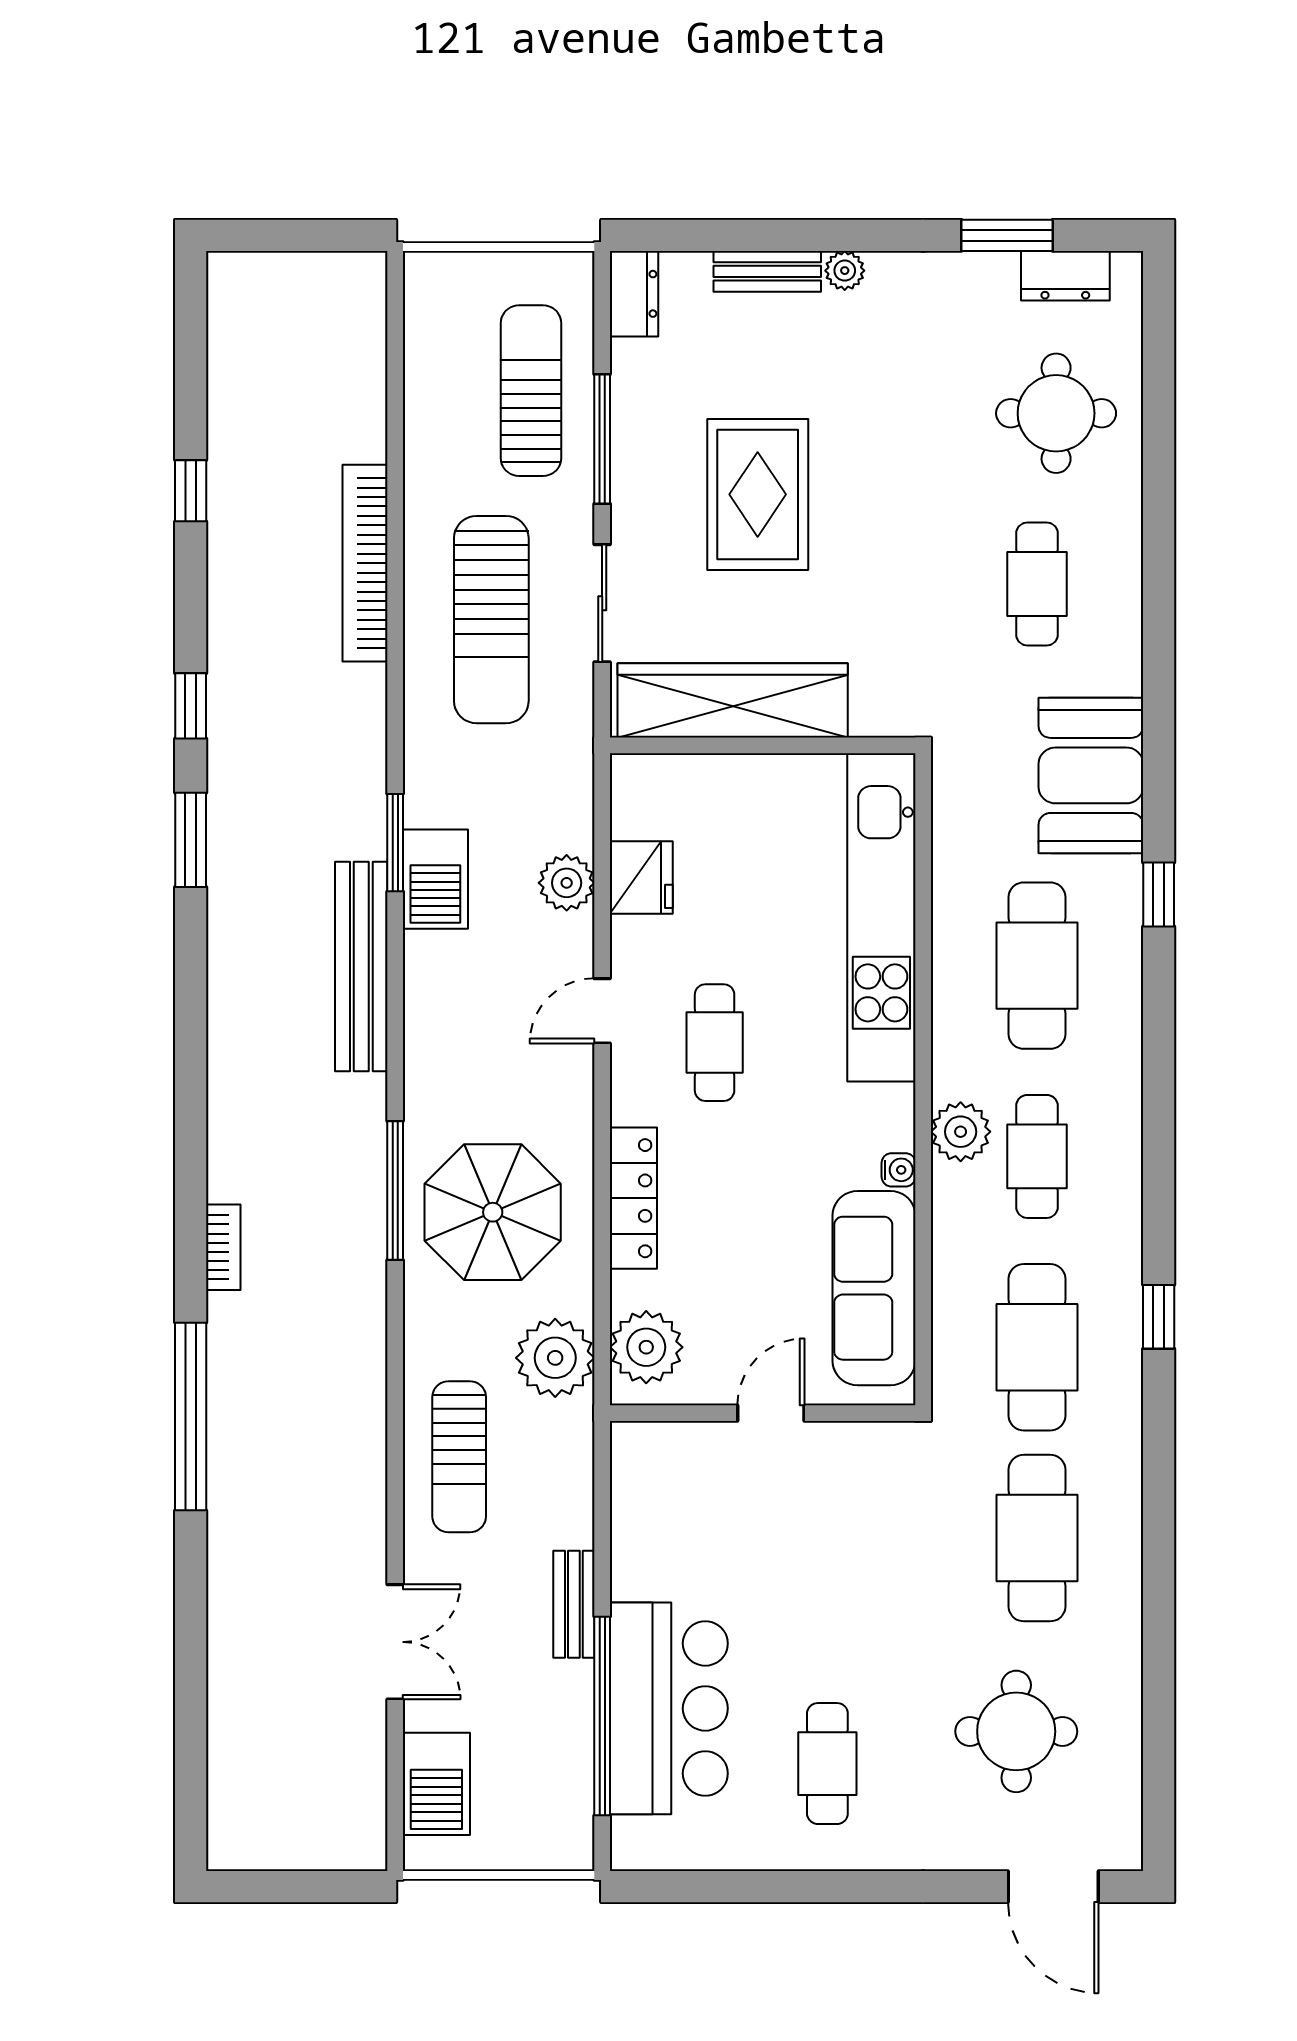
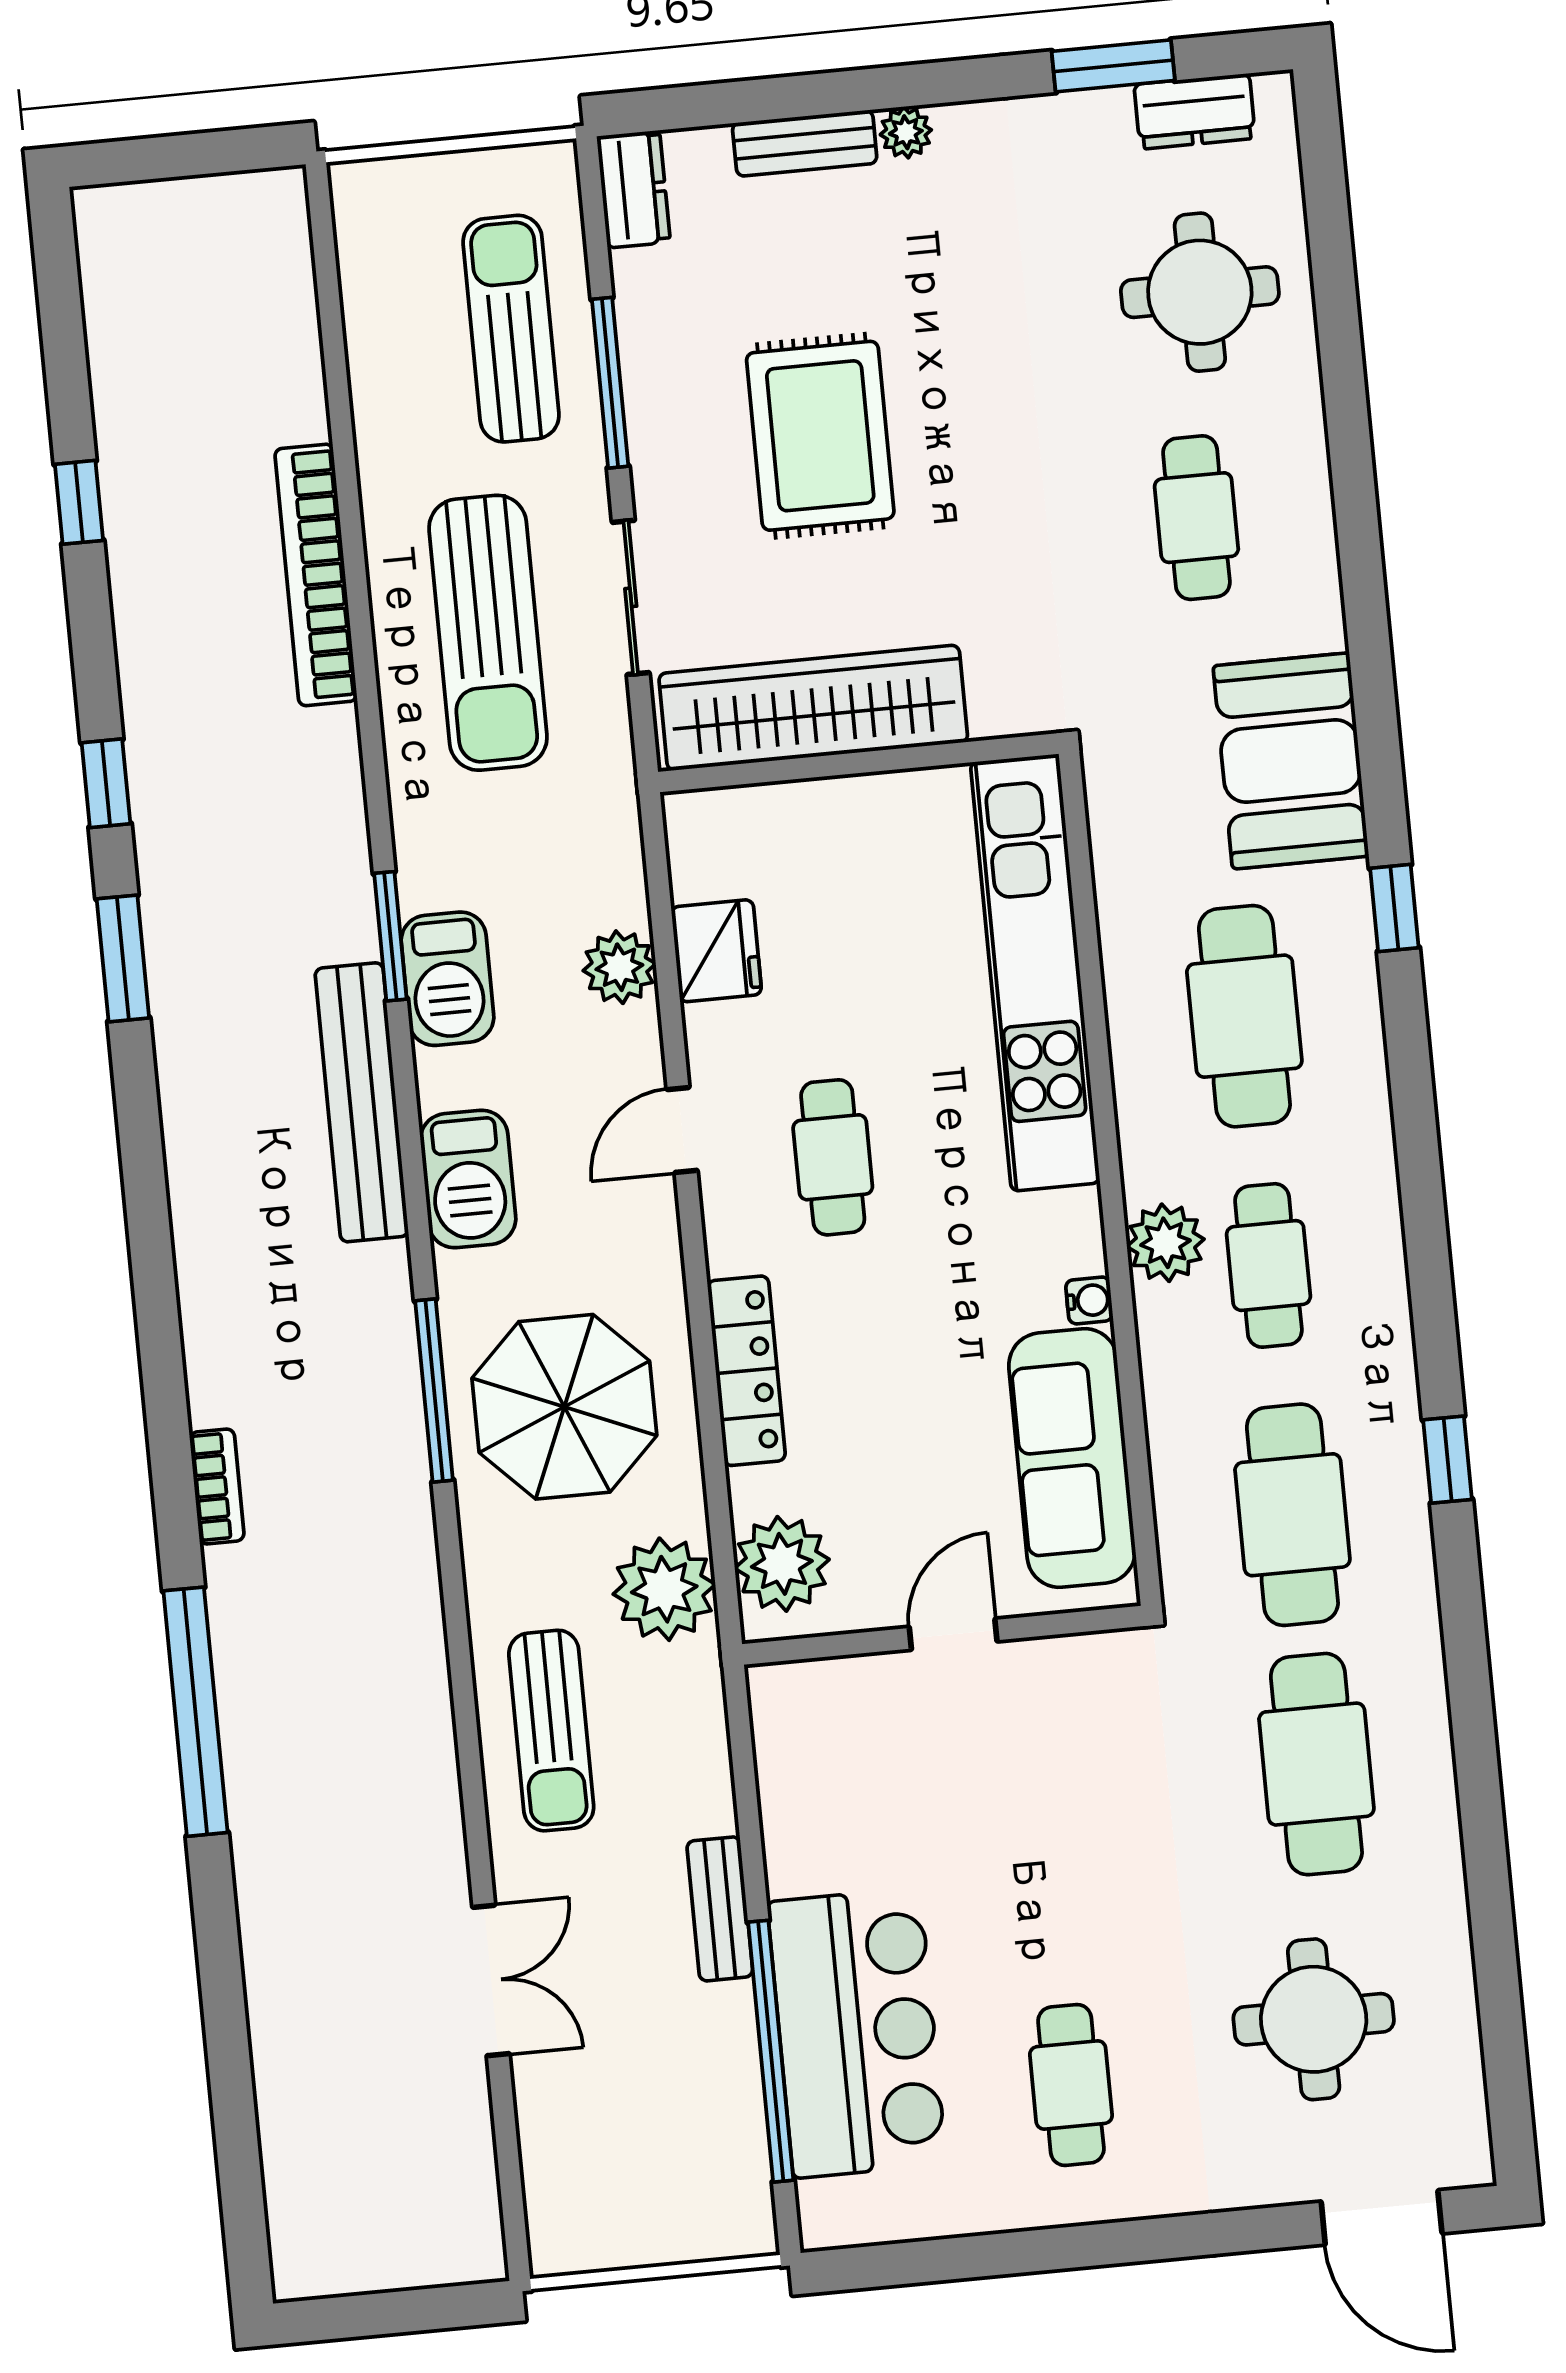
barbecue: (436, 1784) -> (468, 1179), moved

